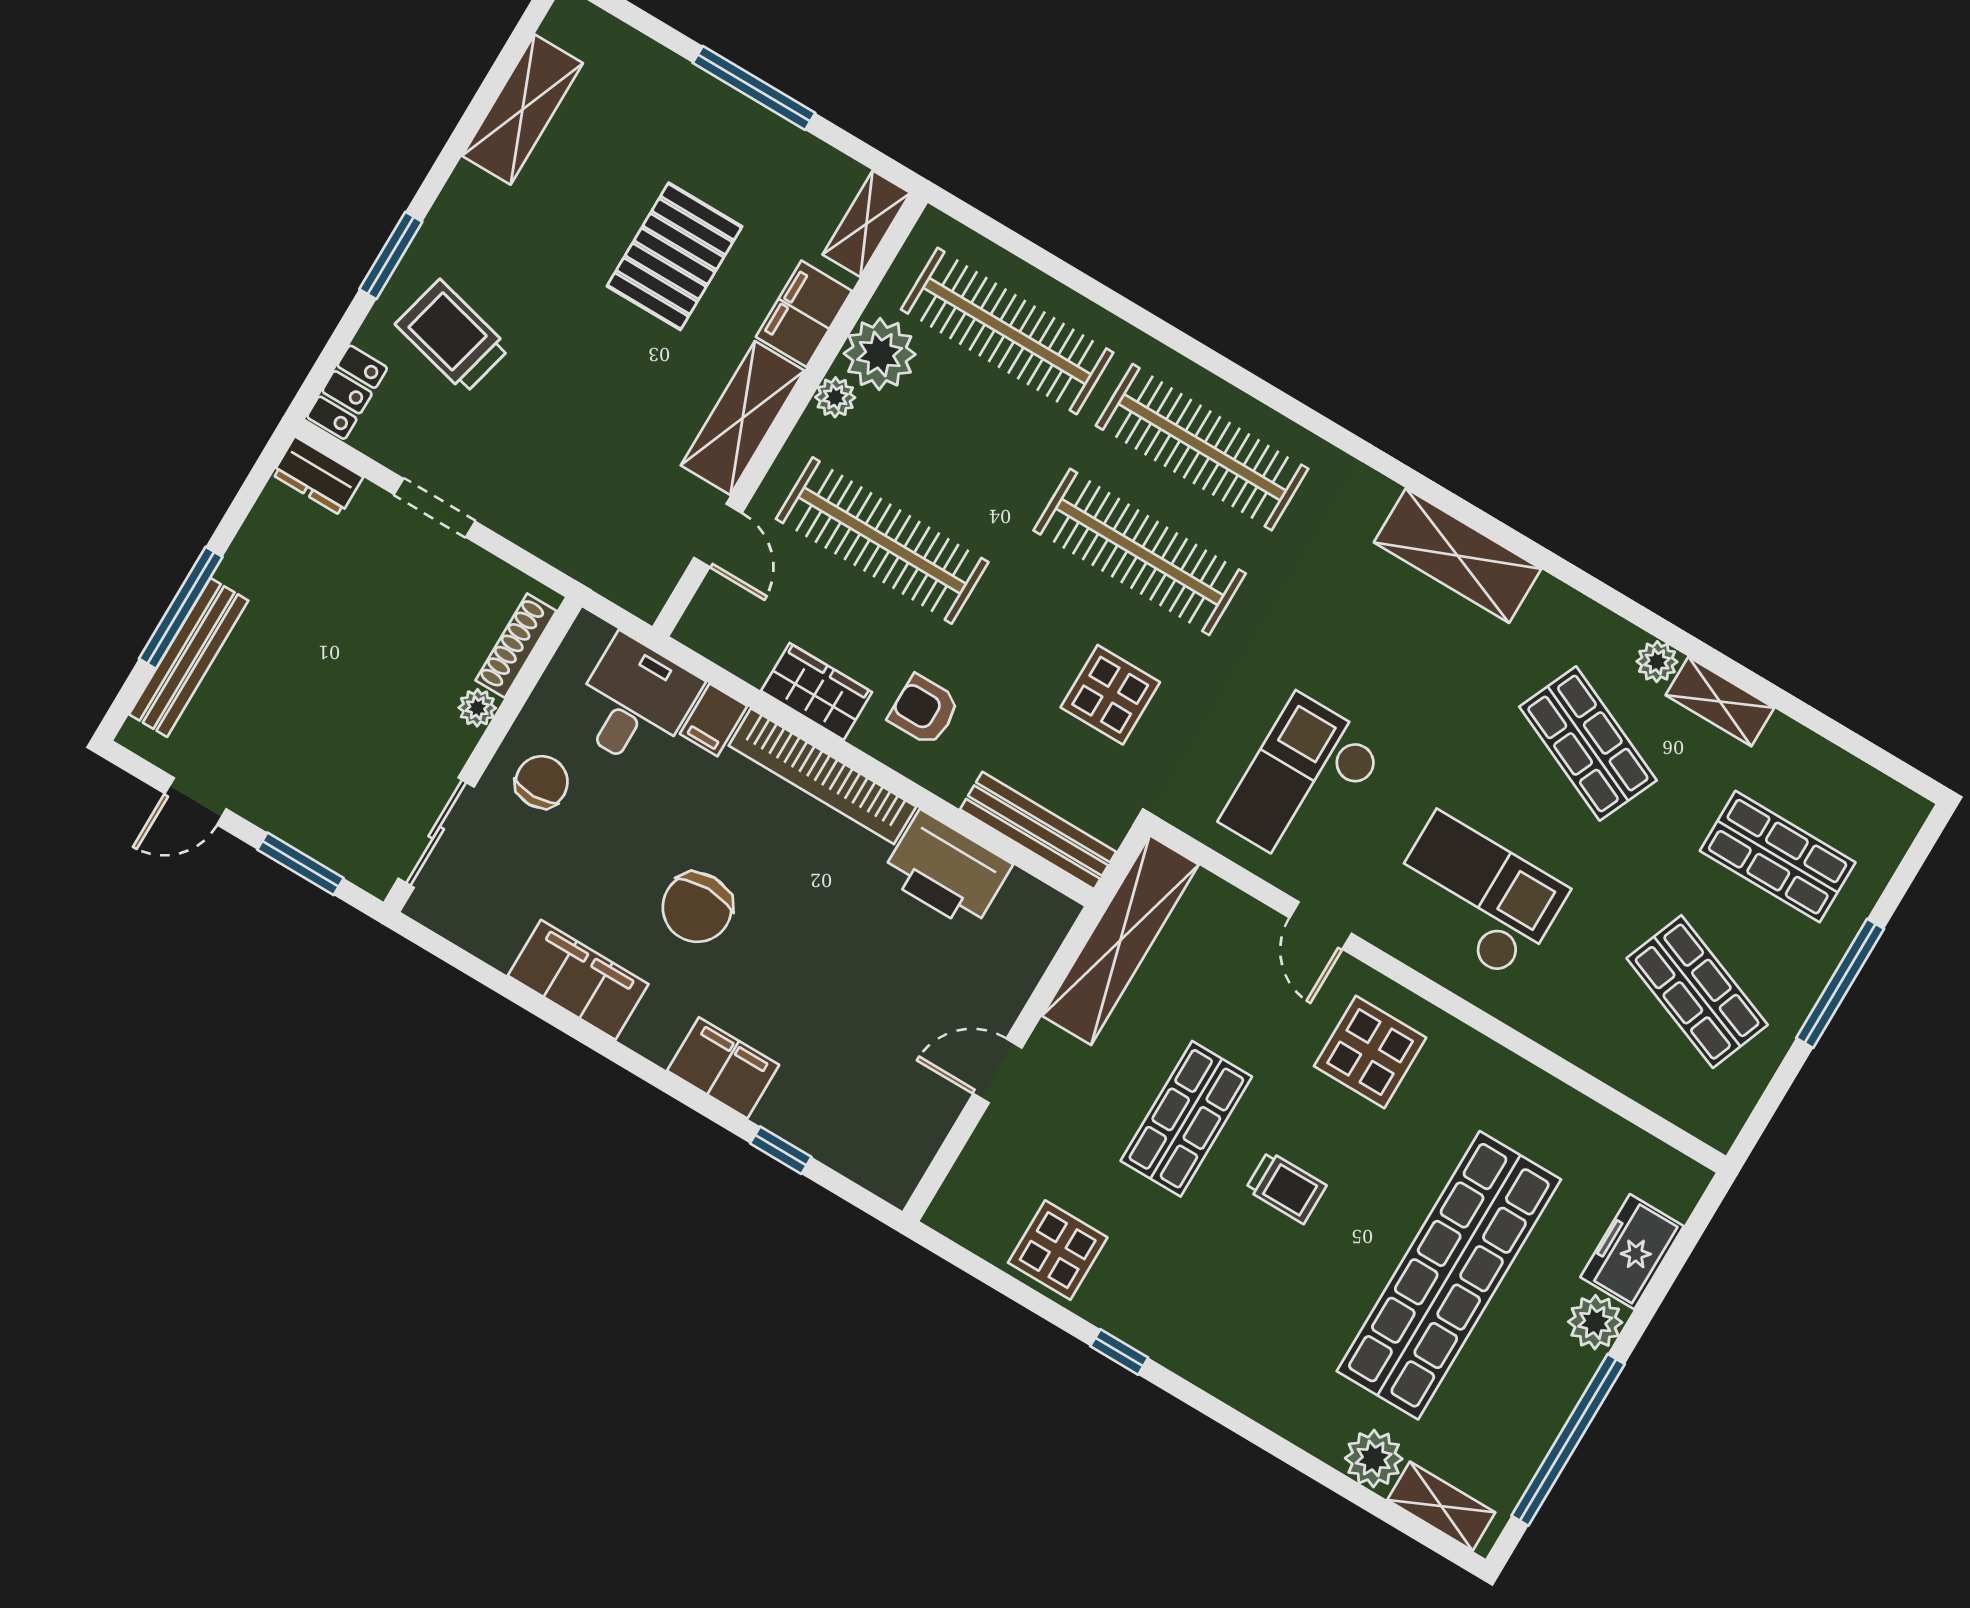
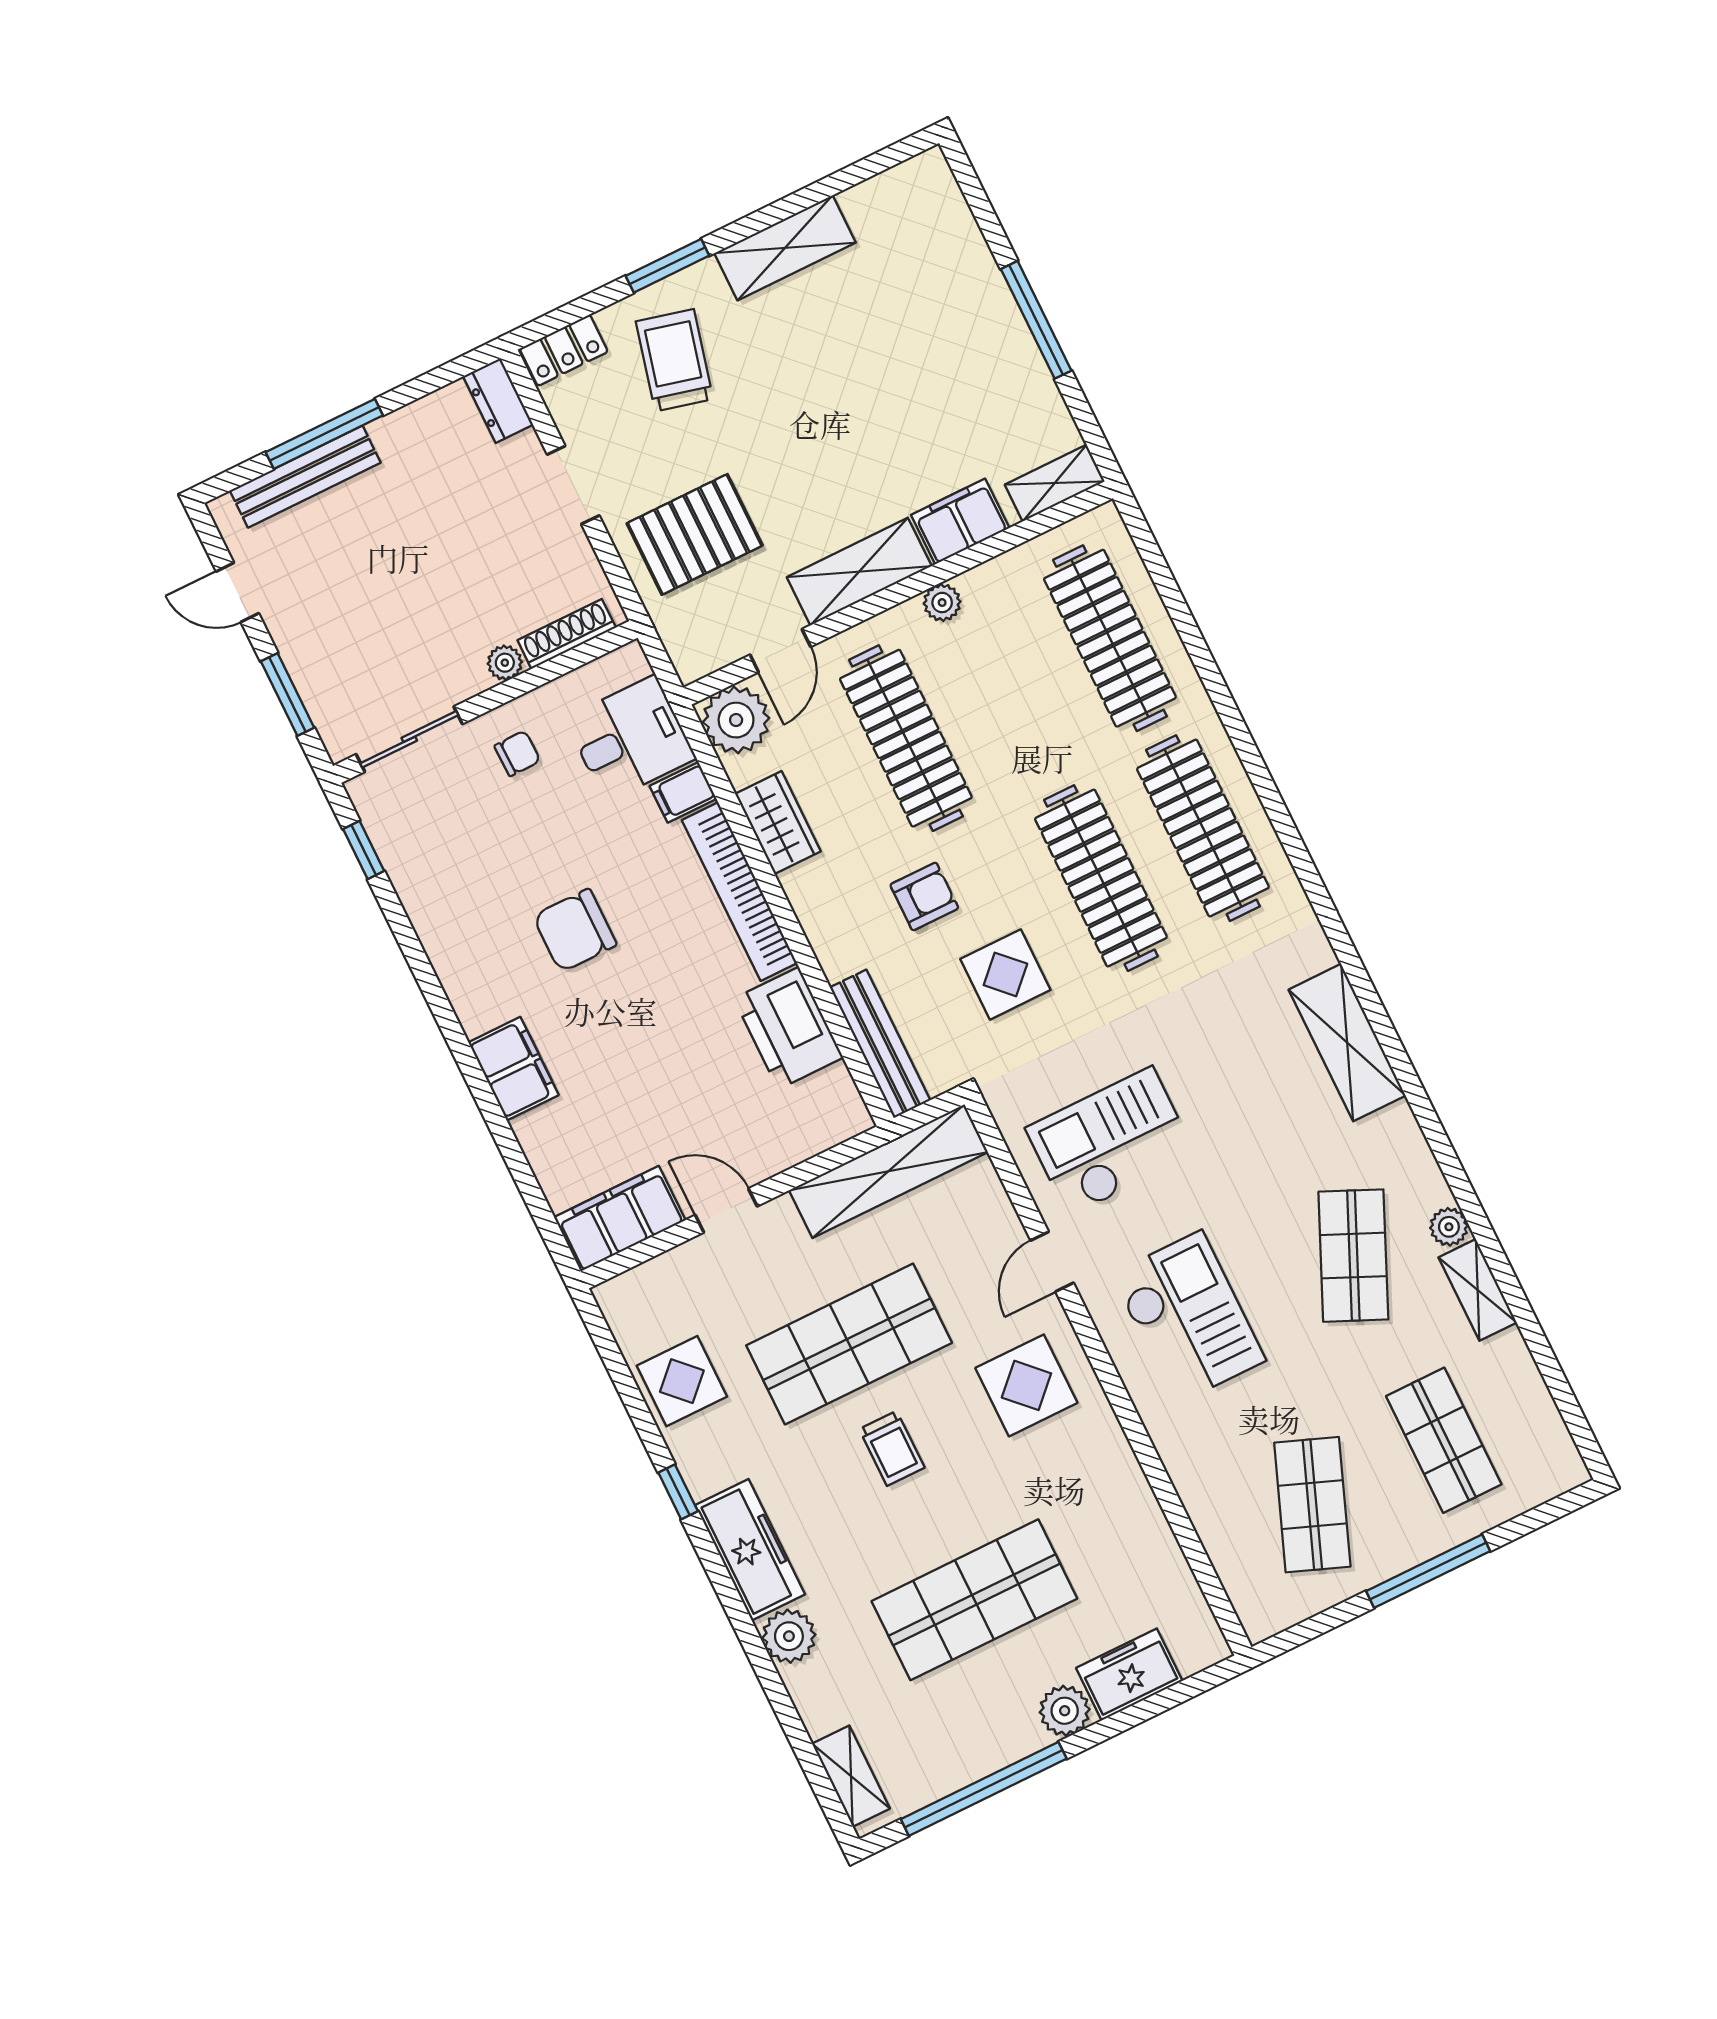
shelving: (522, 109) -> (785, 248), moved
pallet: (674, 256) -> (695, 534), moved
plant: (880, 354) -> (736, 720), moved
armchair: (924, 710) -> (924, 896), moved, turned 90
chair: (542, 782) -> (517, 753), width x0.73, depth x0.73
filing cabinet: (578, 980) -> (620, 1219), moved, turned -90
shop shelf: (1186, 1119) -> (849, 1344), width x1.43, depth x1.36
window: (781, 1150) -> (364, 850), moved
shop shelf: (1449, 1275) -> (974, 1600), width x0.71
freezer: (1218, 1362) -> (750, 1550), added
plant: (1374, 1459) -> (789, 1636), moved

